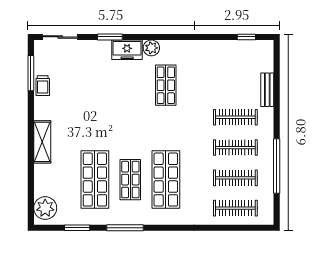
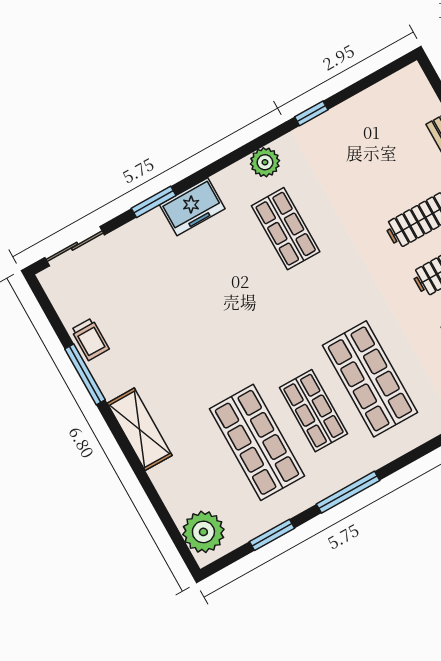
window: (246, 37) -> (311, 113), moved
plant: (151, 48) -> (265, 162), moved
window: (31, 73) -> (85, 374), moved

